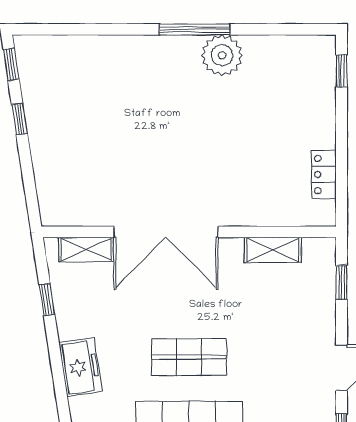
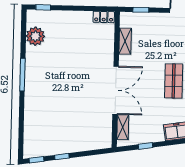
plant: (222, 55) -> (35, 36), moved
locker: (324, 175) -> (104, 17), moved

